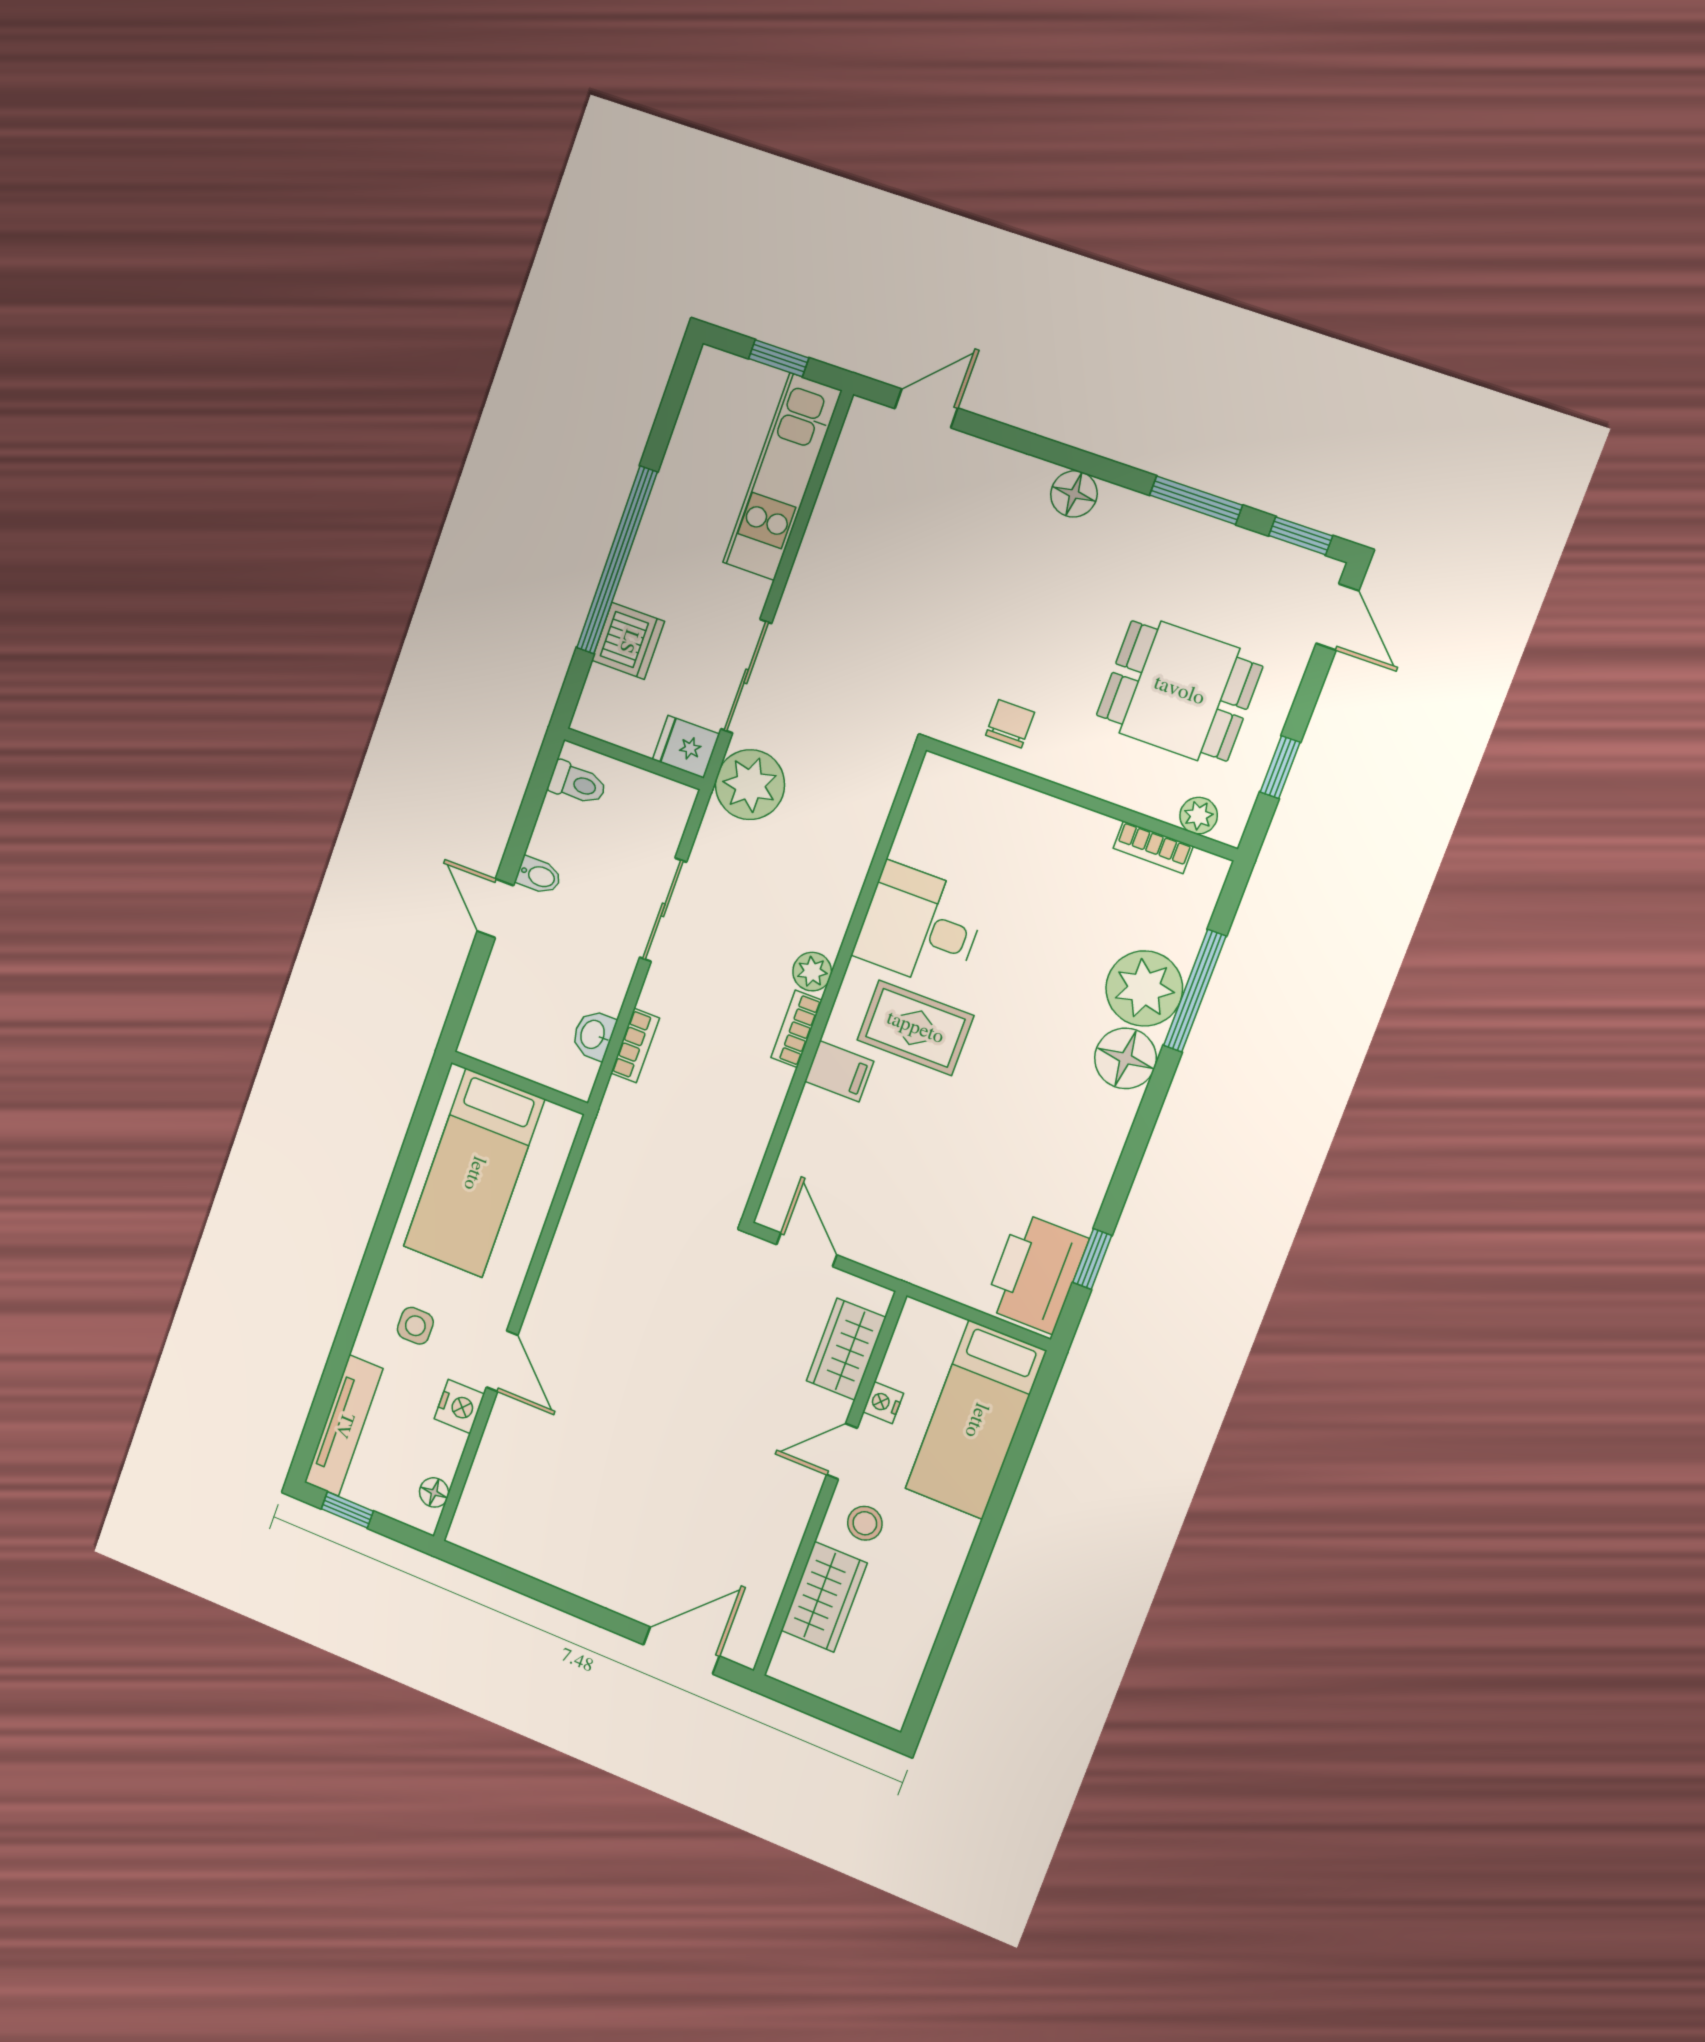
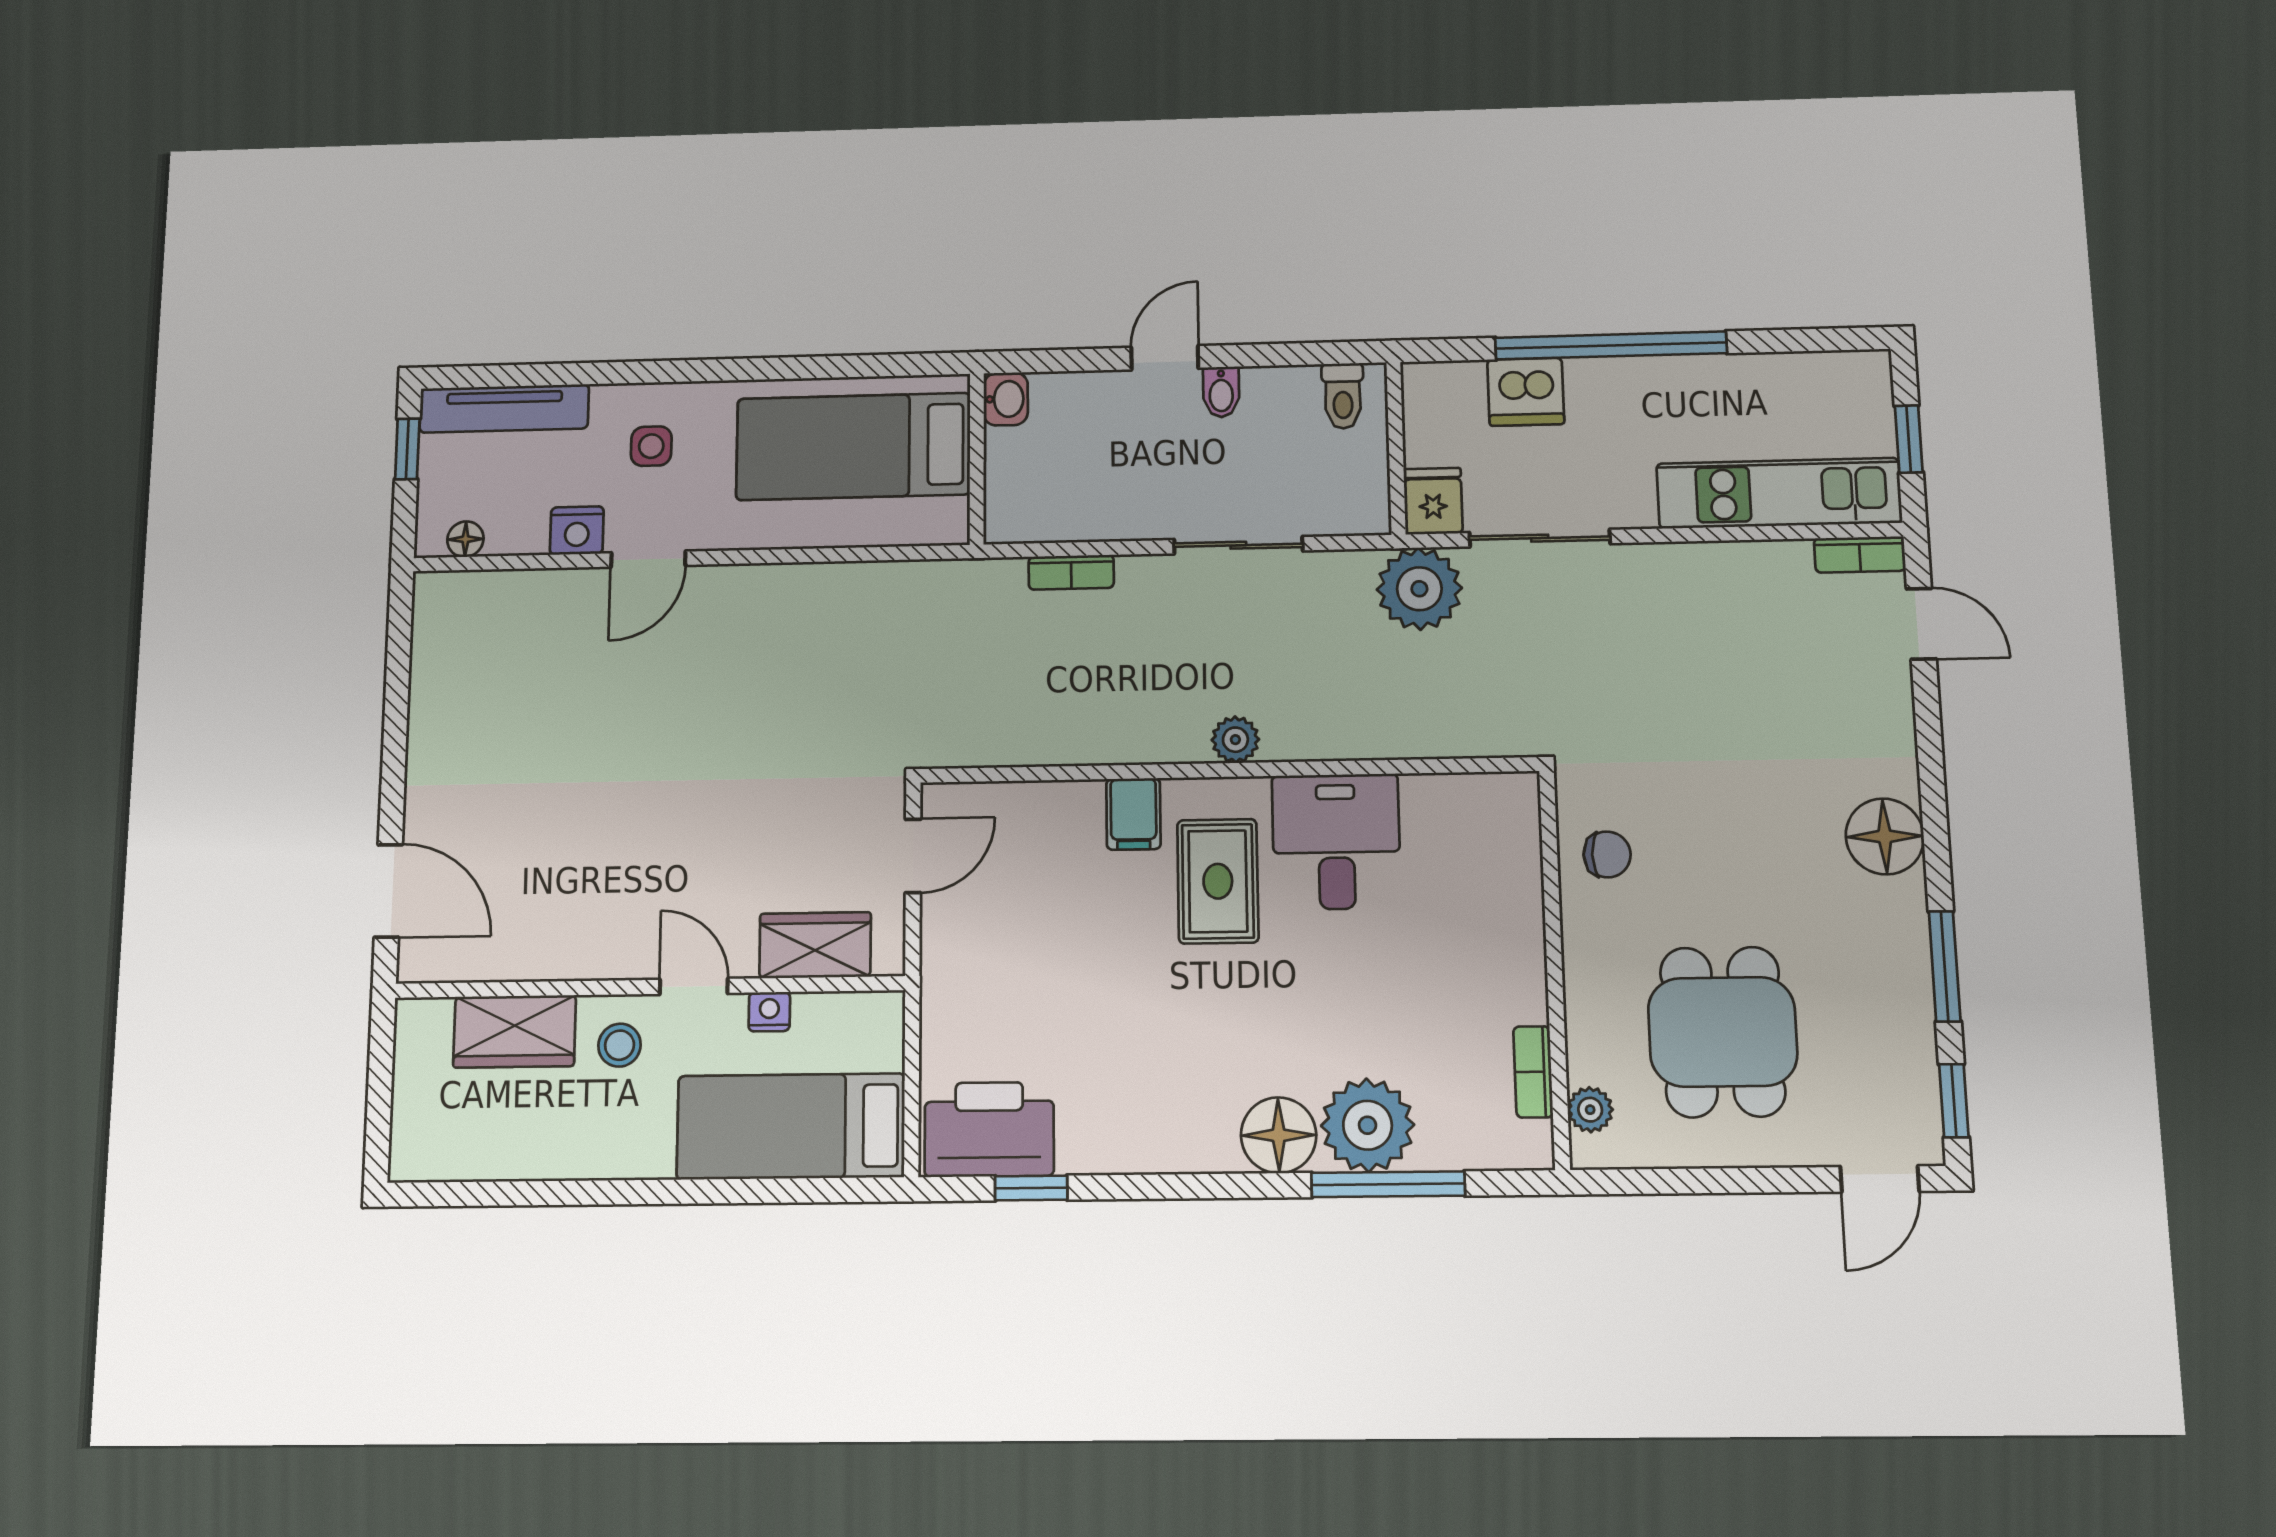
floor lamp: (1074, 494) -> (1885, 836), width x1.38, depth x1.38
window: (1280, 767) -> (1683, 1181), removed
bookcase: (796, 1029) -> (1860, 554), moved, turned 180
washbasin: (593, 1035) -> (1006, 399), moved, turned 90

